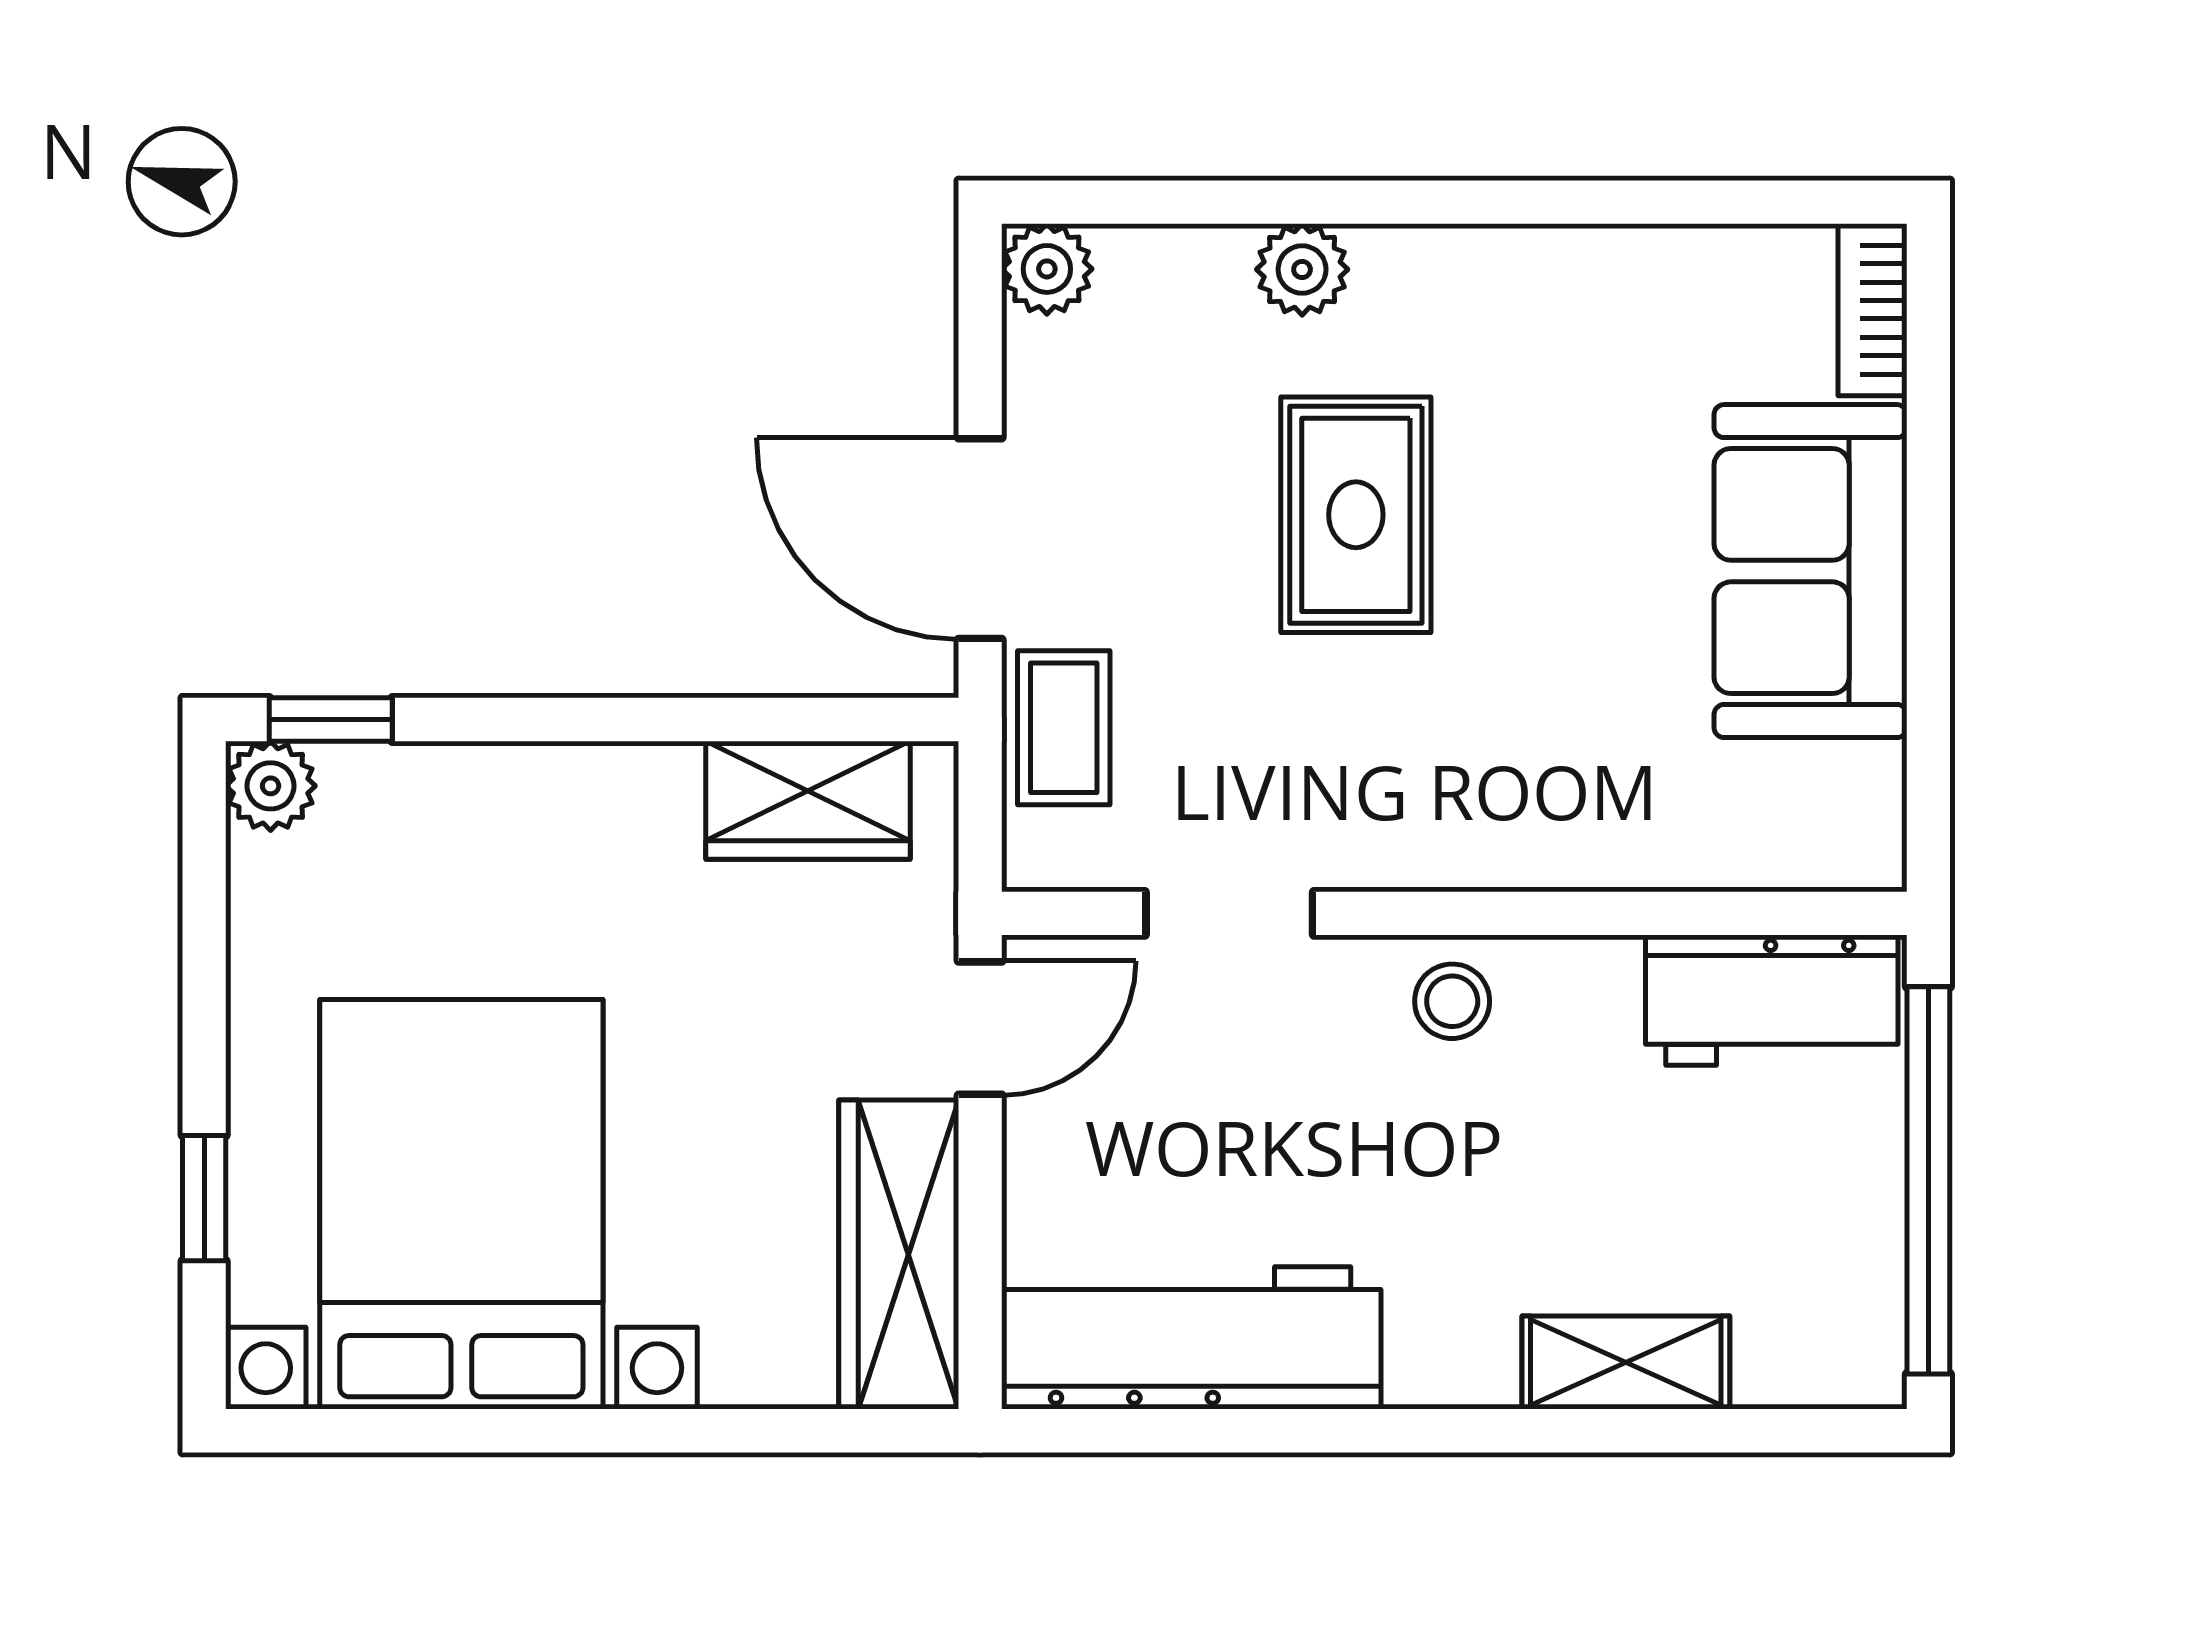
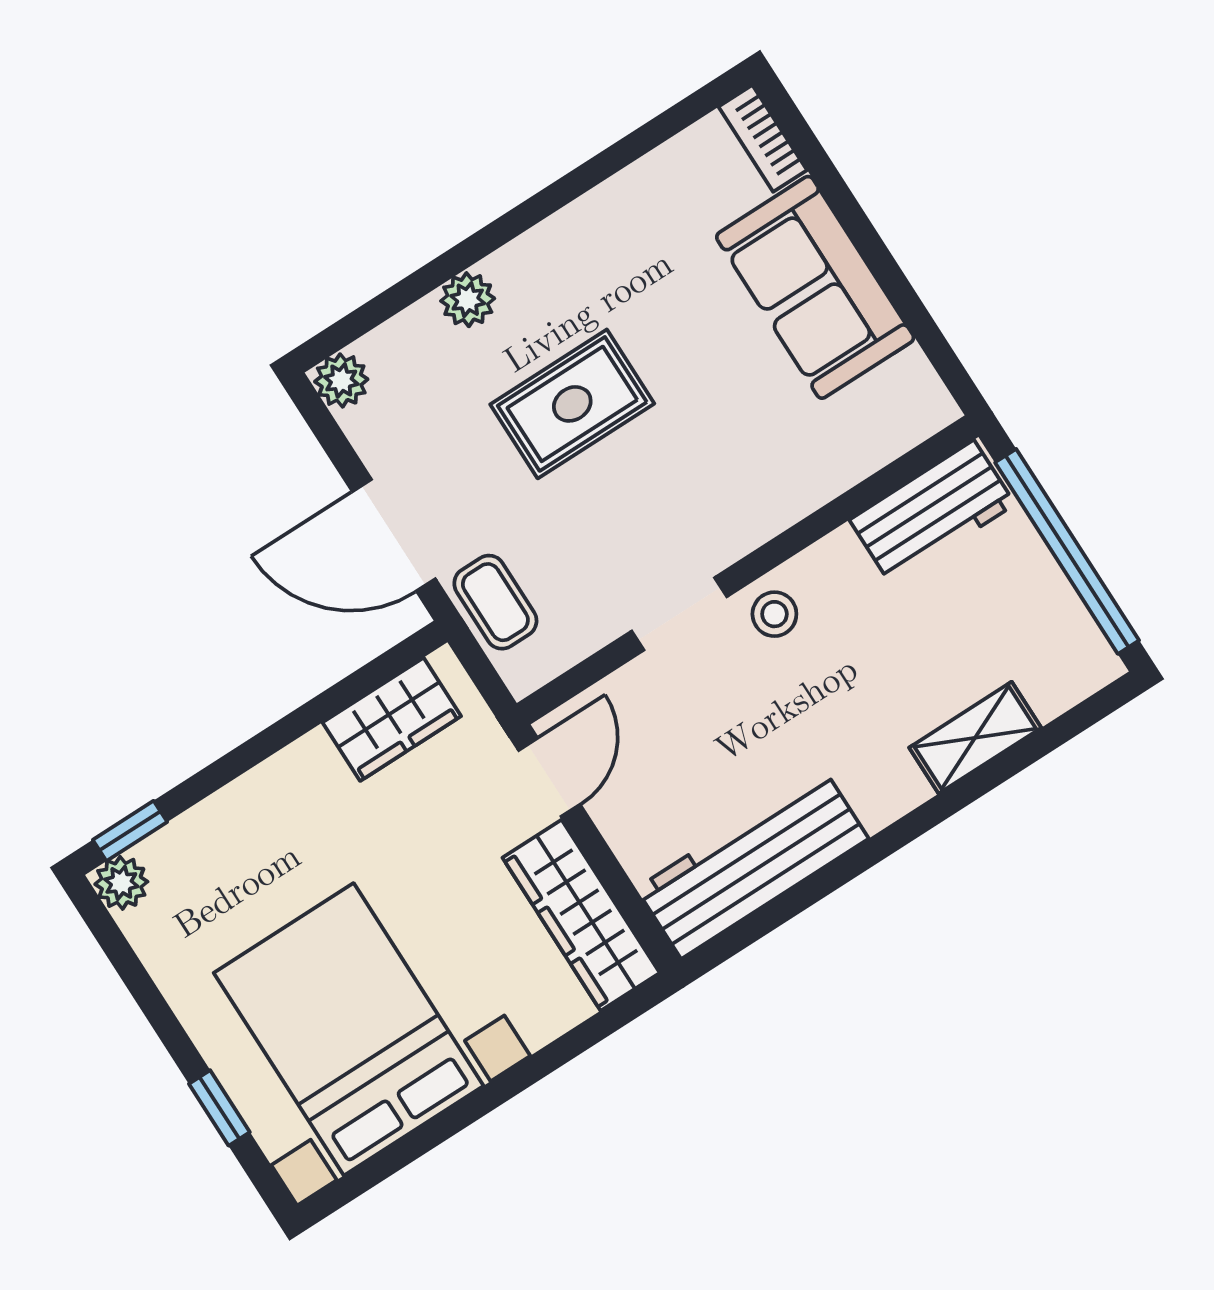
rug: (1356, 515) -> (572, 404), turned 90
doorway: (1229, 913) -> (679, 614), moved

